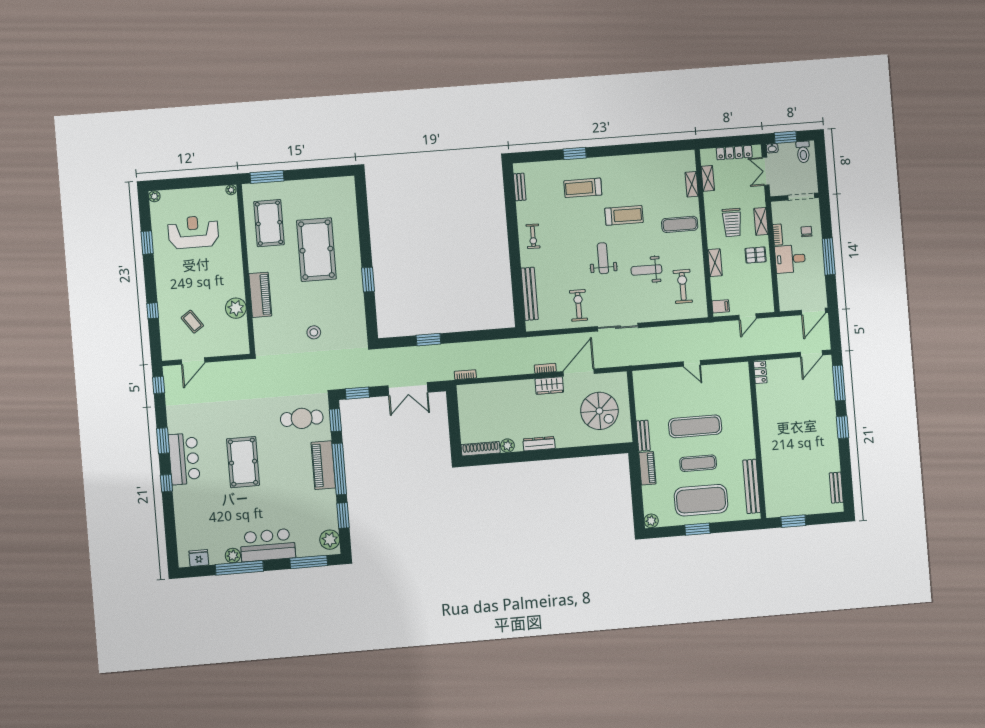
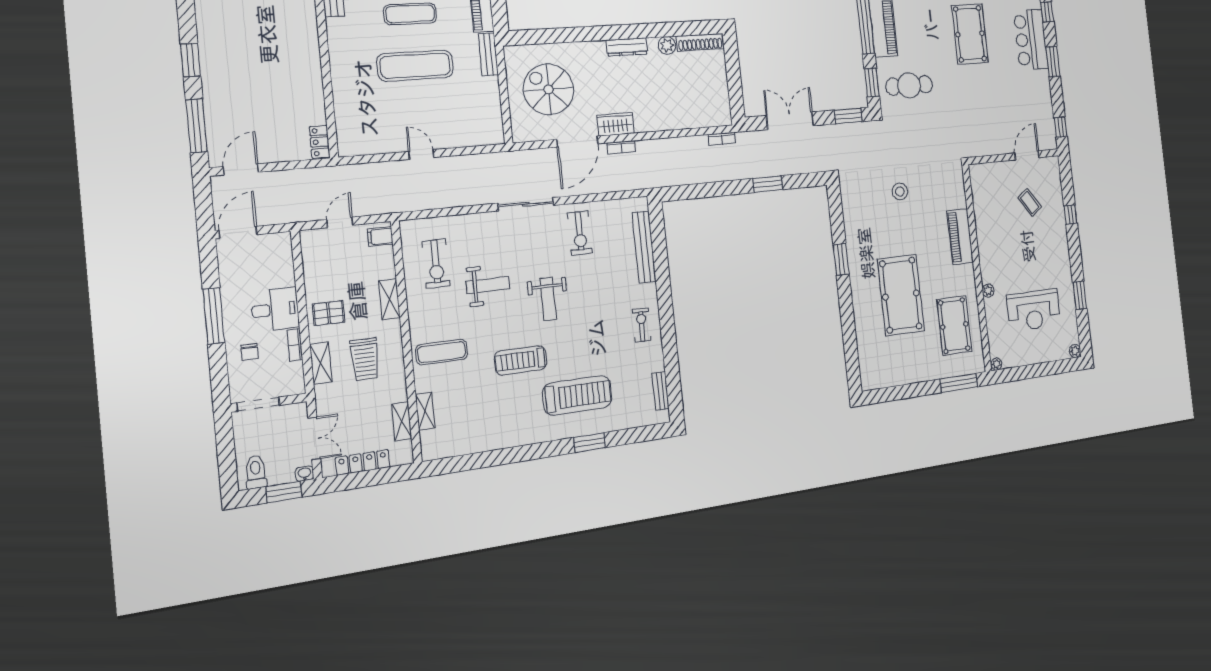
treadmill: (583, 188) -> (577, 395), width x1.37, depth x1.38
trolley: (732, 222) -> (365, 359), turned 180
plant: (236, 308) -> (988, 291), moved, width x0.53, depth x0.53

